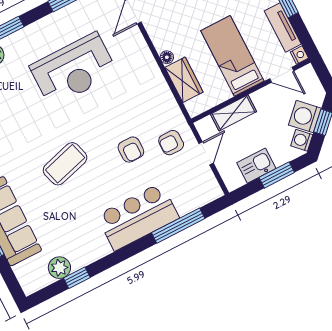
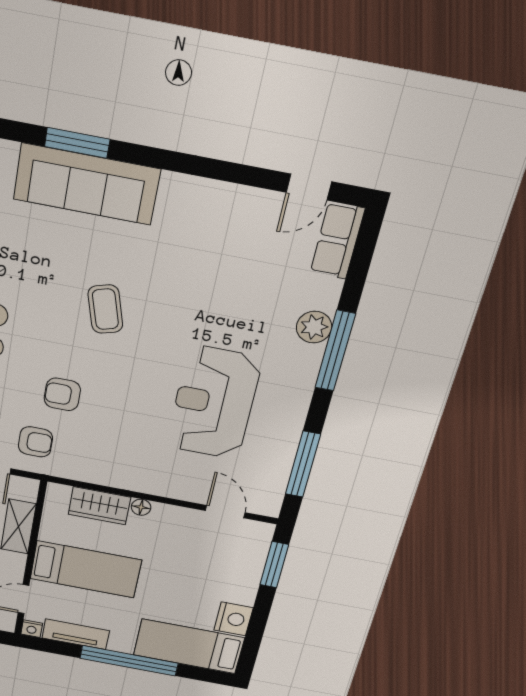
armchair: (171, 143) -> (35, 442), turned 90
coffee table: (65, 164) -> (105, 309), width x0.73, depth x0.77

